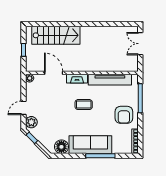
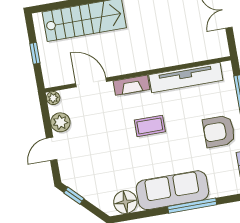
armchair: (124, 115) -> (219, 131), turned 90
plant: (31, 122) -> (60, 122), moved

